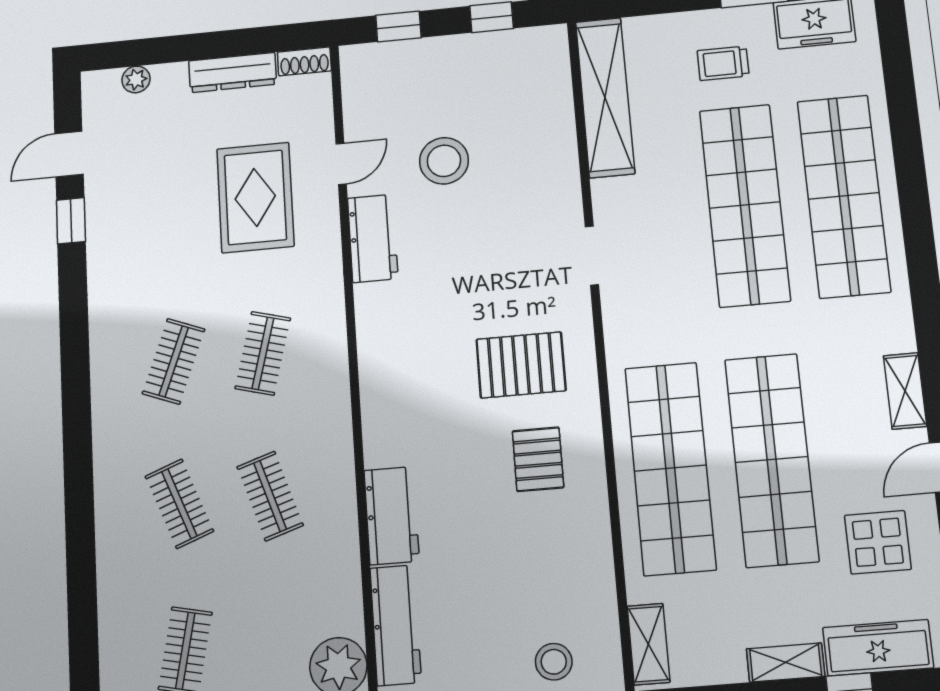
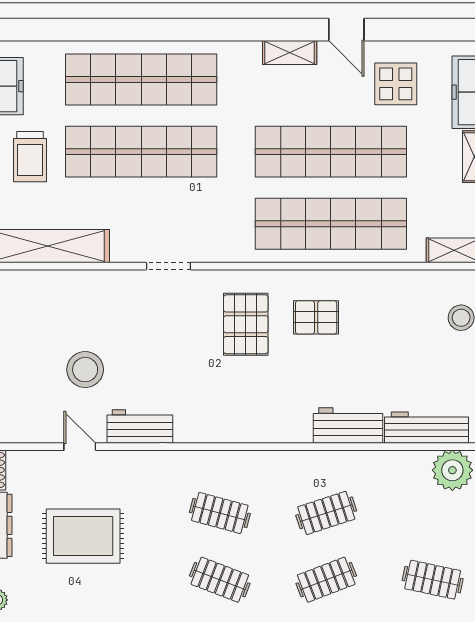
trolley: (723, 63) -> (30, 157), width x1.36, depth x1.39
rug: (255, 197) -> (83, 536), moved

